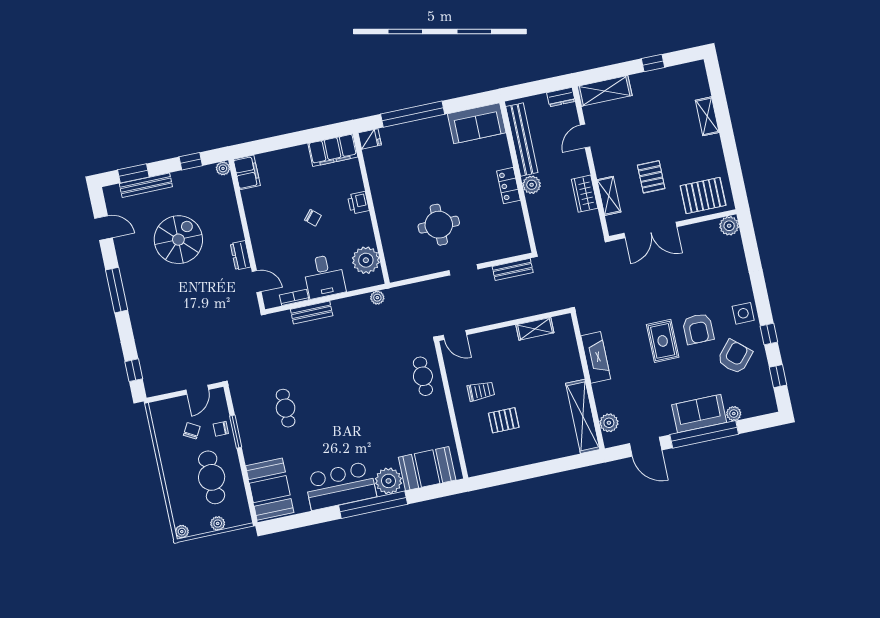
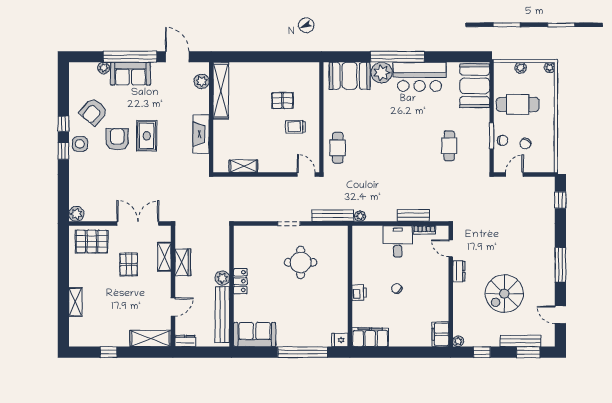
plant: (366, 260) -> (363, 247), removed
bench: (513, 269) -> (333, 216), moved, width x1.36
window: (778, 376) -> (63, 151), moved
cafe table: (212, 477) -> (518, 104), turned 90

